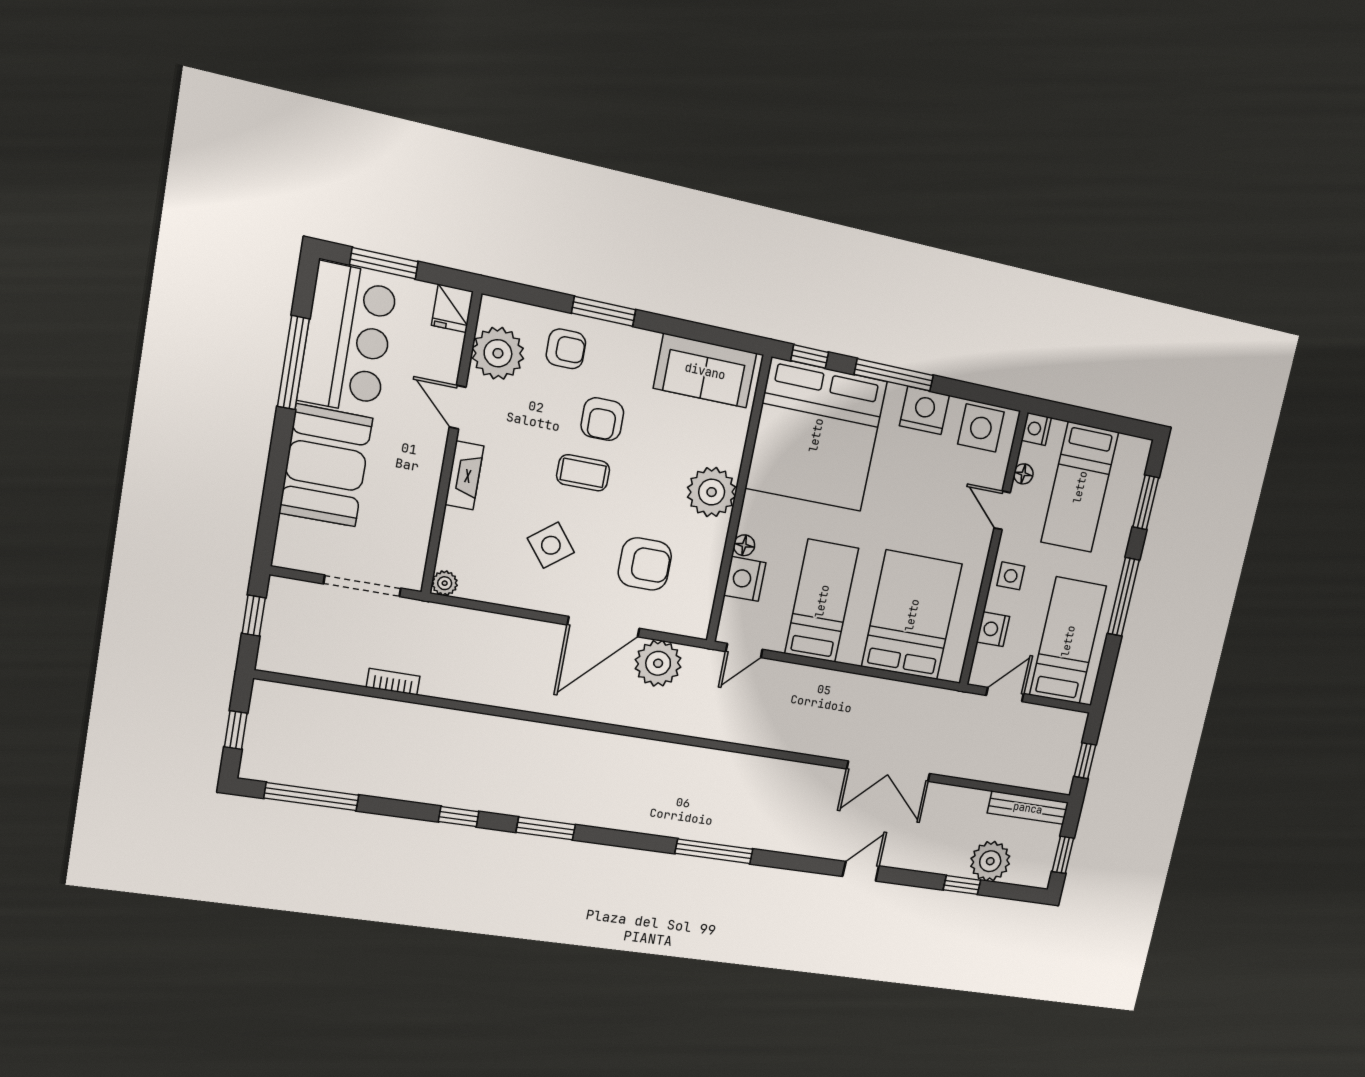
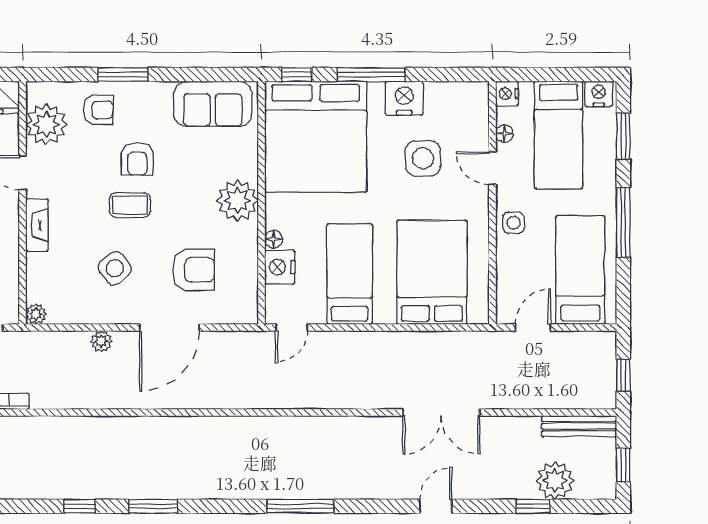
side table: (981, 428) -> (423, 158), moved
nightstand: (993, 629) -> (599, 94), moved, turned 90
plant: (658, 663) -> (101, 341), moved, width x0.53, depth x0.53

